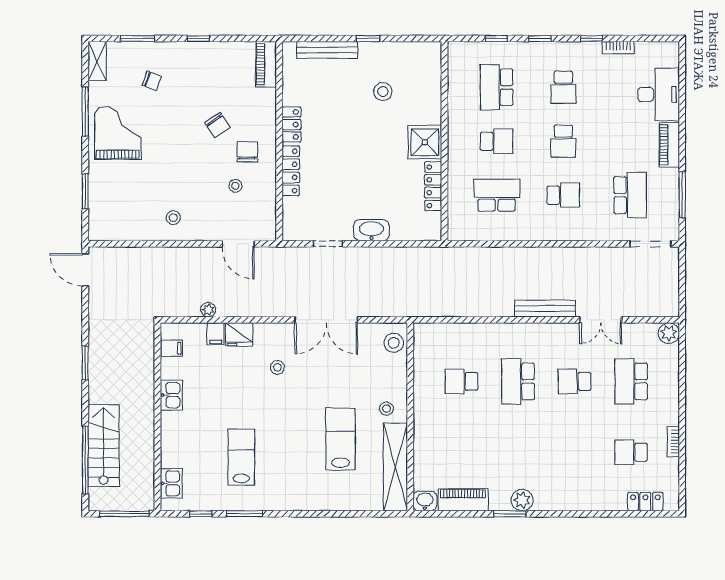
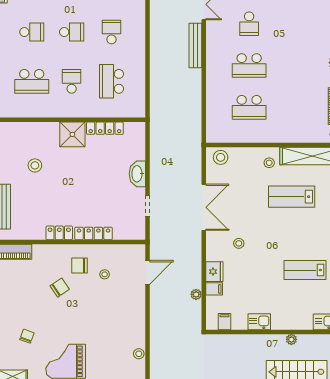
stool: (173, 218) -> (139, 354), moved
school desk: (461, 381) -> (249, 107), width x1.85
plant: (147, 439) -> (291, 339), added

